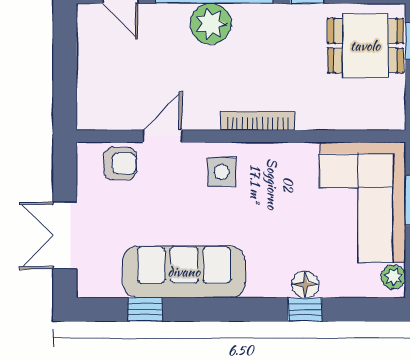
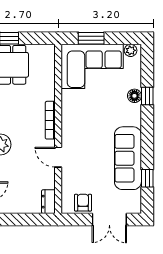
dresser: (100, 117) -> (48, 202), added
door: (162, 136) -> (58, 157), moved
armchair: (120, 164) -> (83, 203), moved
side table: (222, 172) -> (77, 139), removed

